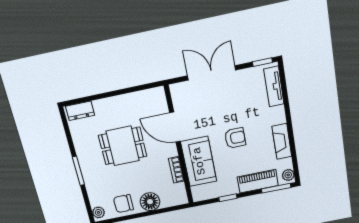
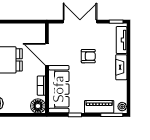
armchair: (235, 138) -> (88, 56), moved
fireplace: (282, 141) -> (121, 67), moved
sofa: (199, 161) -> (59, 89), width x1.36
floor lamp: (150, 202) -> (38, 106), moved

